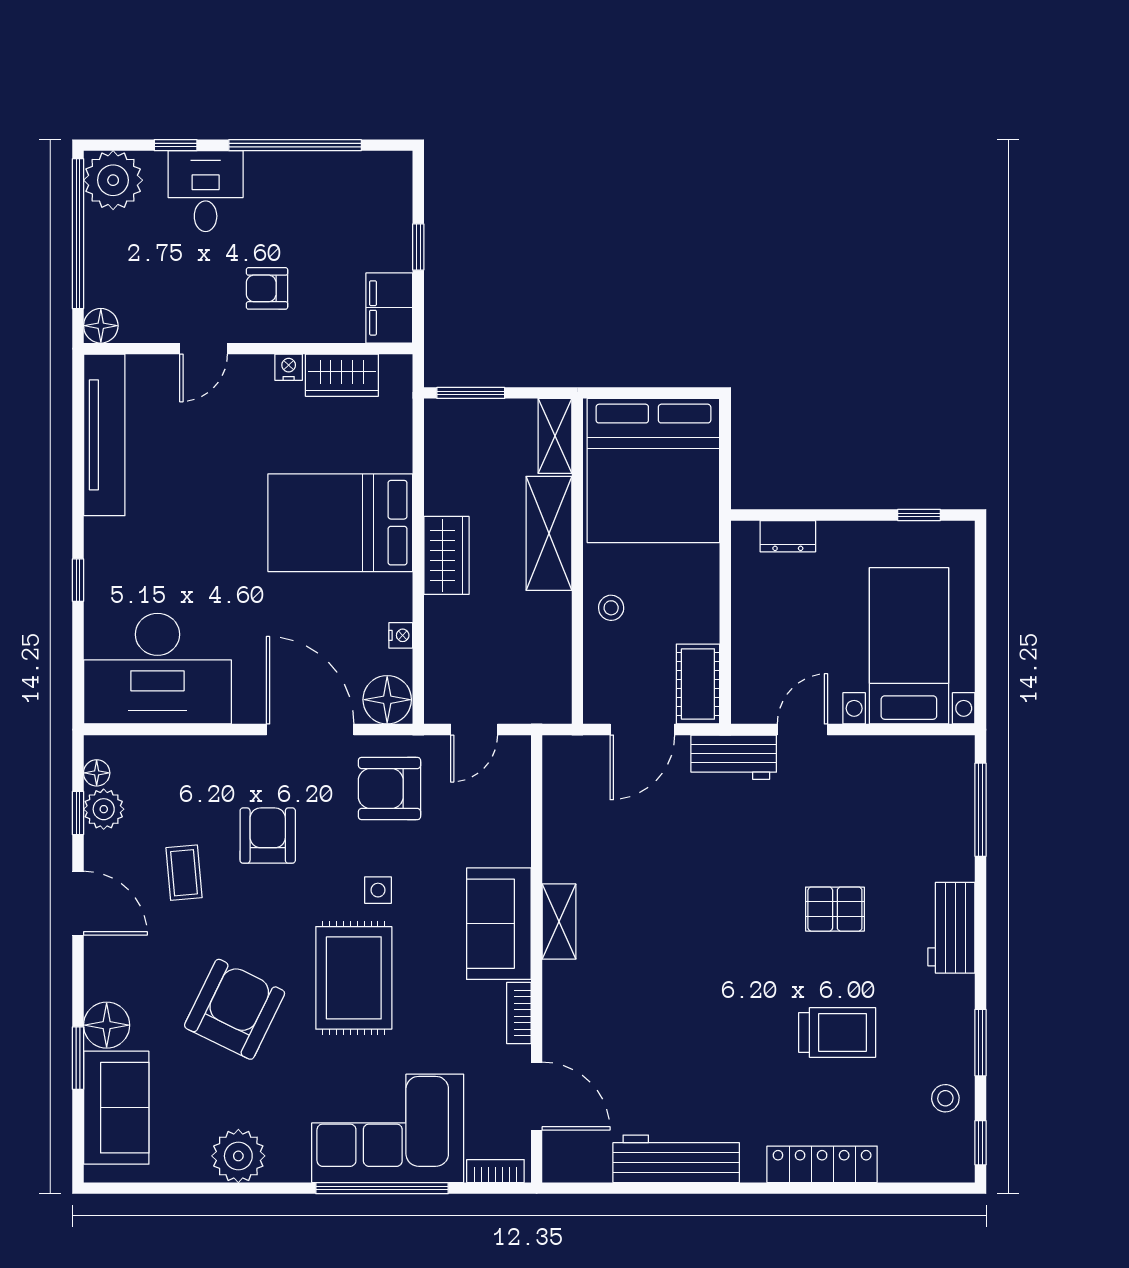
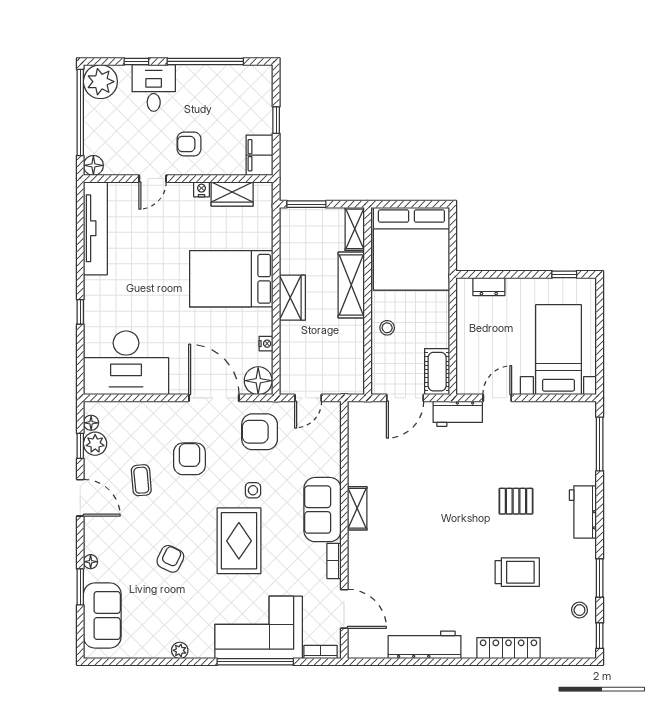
armchair: (235, 1009) -> (170, 559), width x0.53, depth x0.53
floor lamp: (107, 1025) -> (91, 562), width x0.53, depth x0.53
plant: (238, 1156) -> (180, 650), width x0.53, depth x0.53

